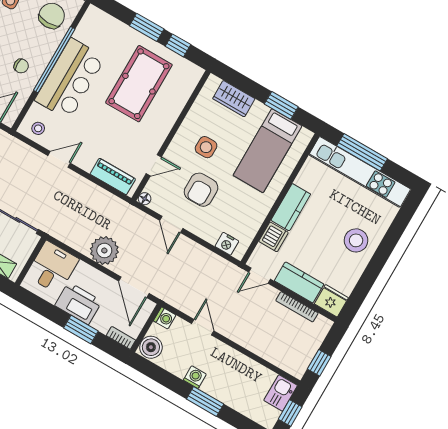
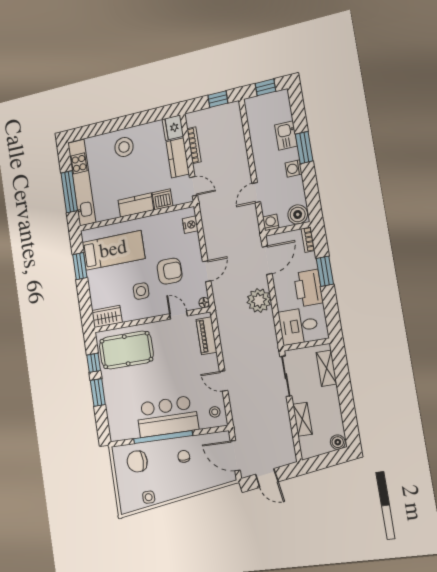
pool table: (139, 84) -> (126, 350), moved
wardrobe: (234, 99) -> (107, 317), moved, turned -90
kitchen sink: (281, 393) -> (286, 136), moved, turned 90

